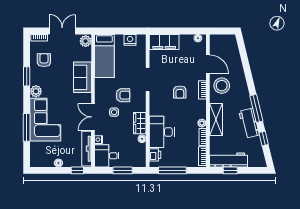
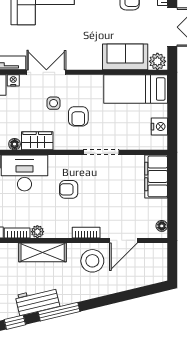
sofa: (82, 77) -> (125, 57), moved
armchair: (180, 92) -> (69, 189), moved

